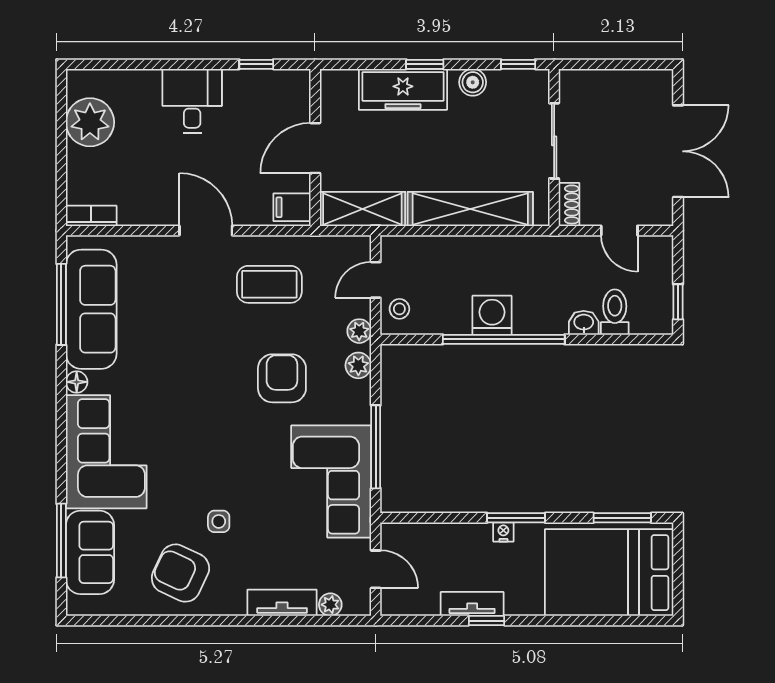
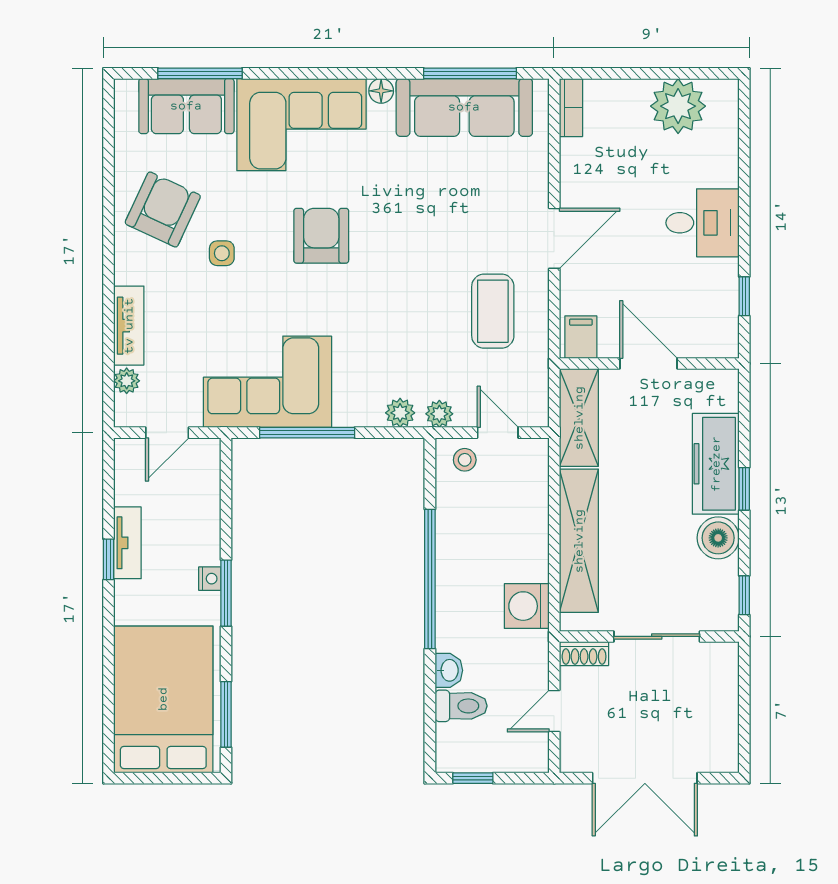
boiler: (473, 82) -> (718, 538), width x1.36, depth x1.36
washing machine: (492, 315) -> (527, 606), moved, turned 180
armchair: (282, 378) -> (321, 236), moved, turned -90

